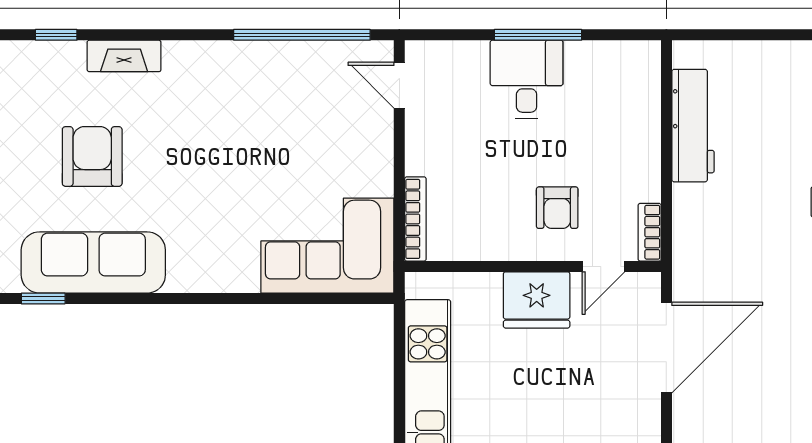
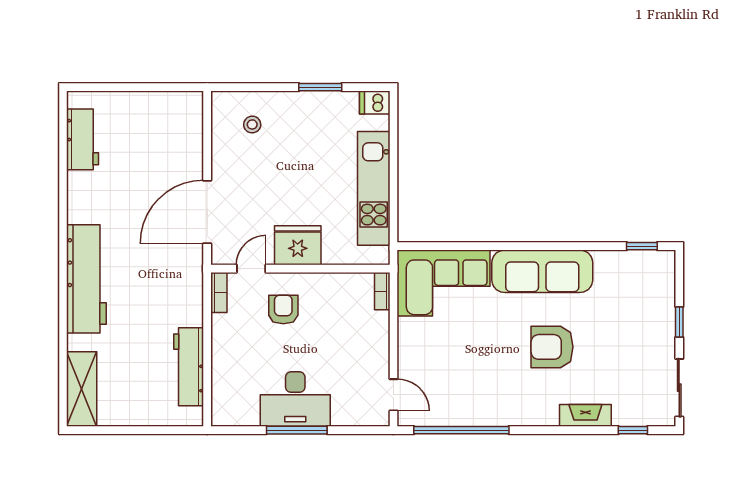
desk: (527, 79) -> (295, 399), width x1.37
armchair: (92, 156) -> (552, 347), moved, turned 90
bookcase: (415, 219) -> (382, 291), width x0.64
sofa: (93, 262) -> (542, 271), moved

